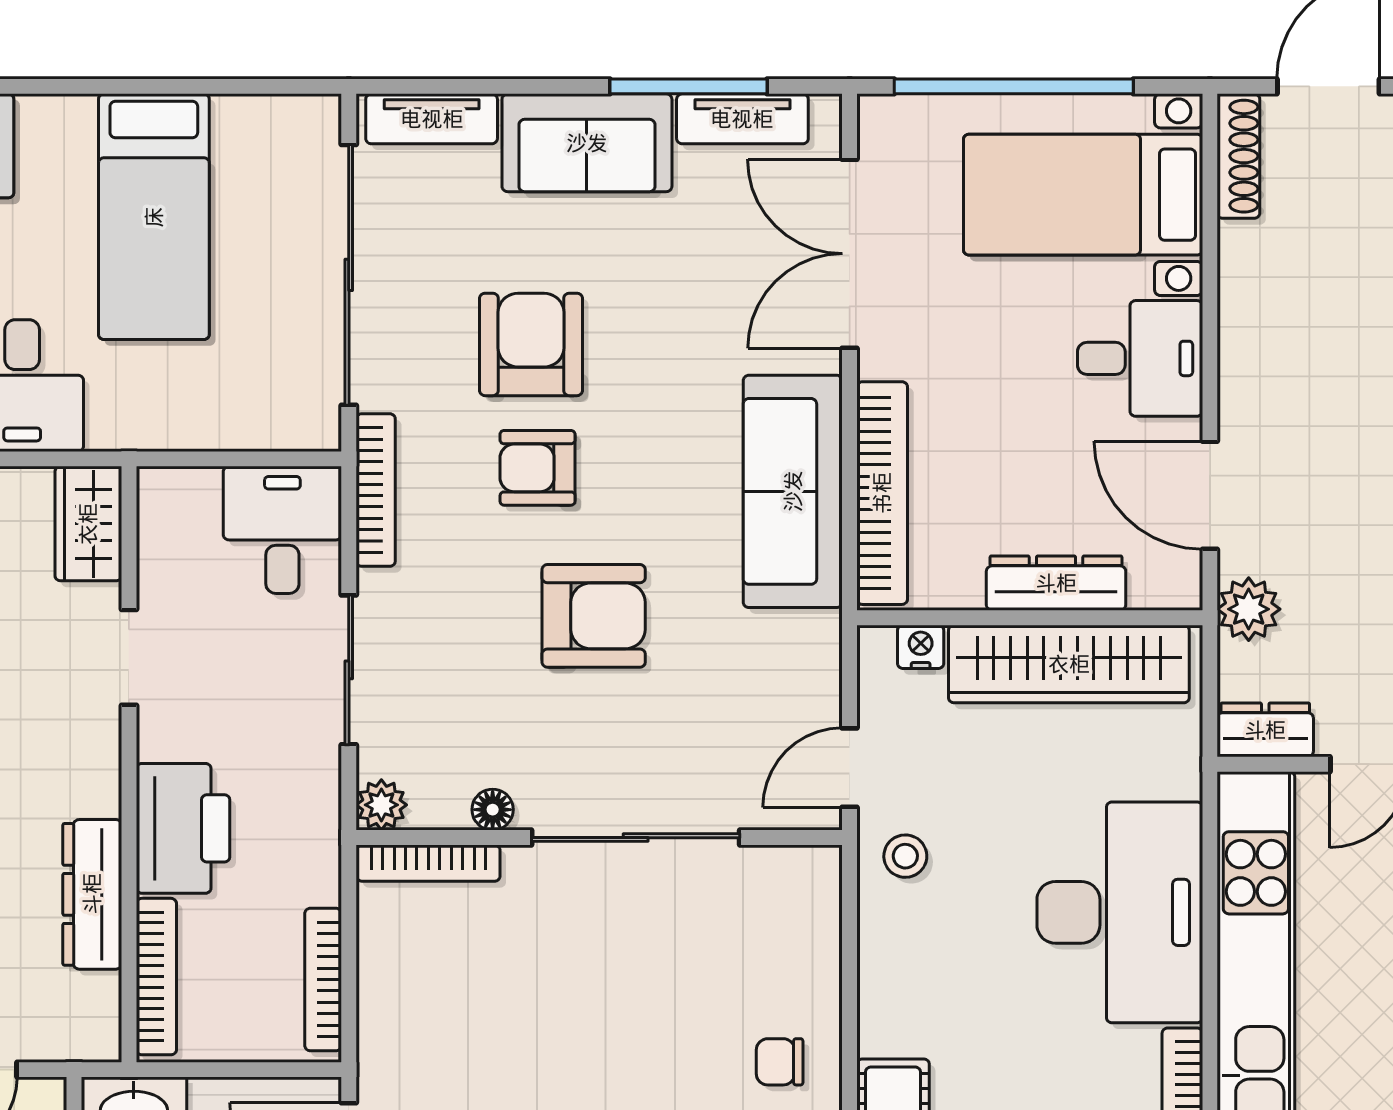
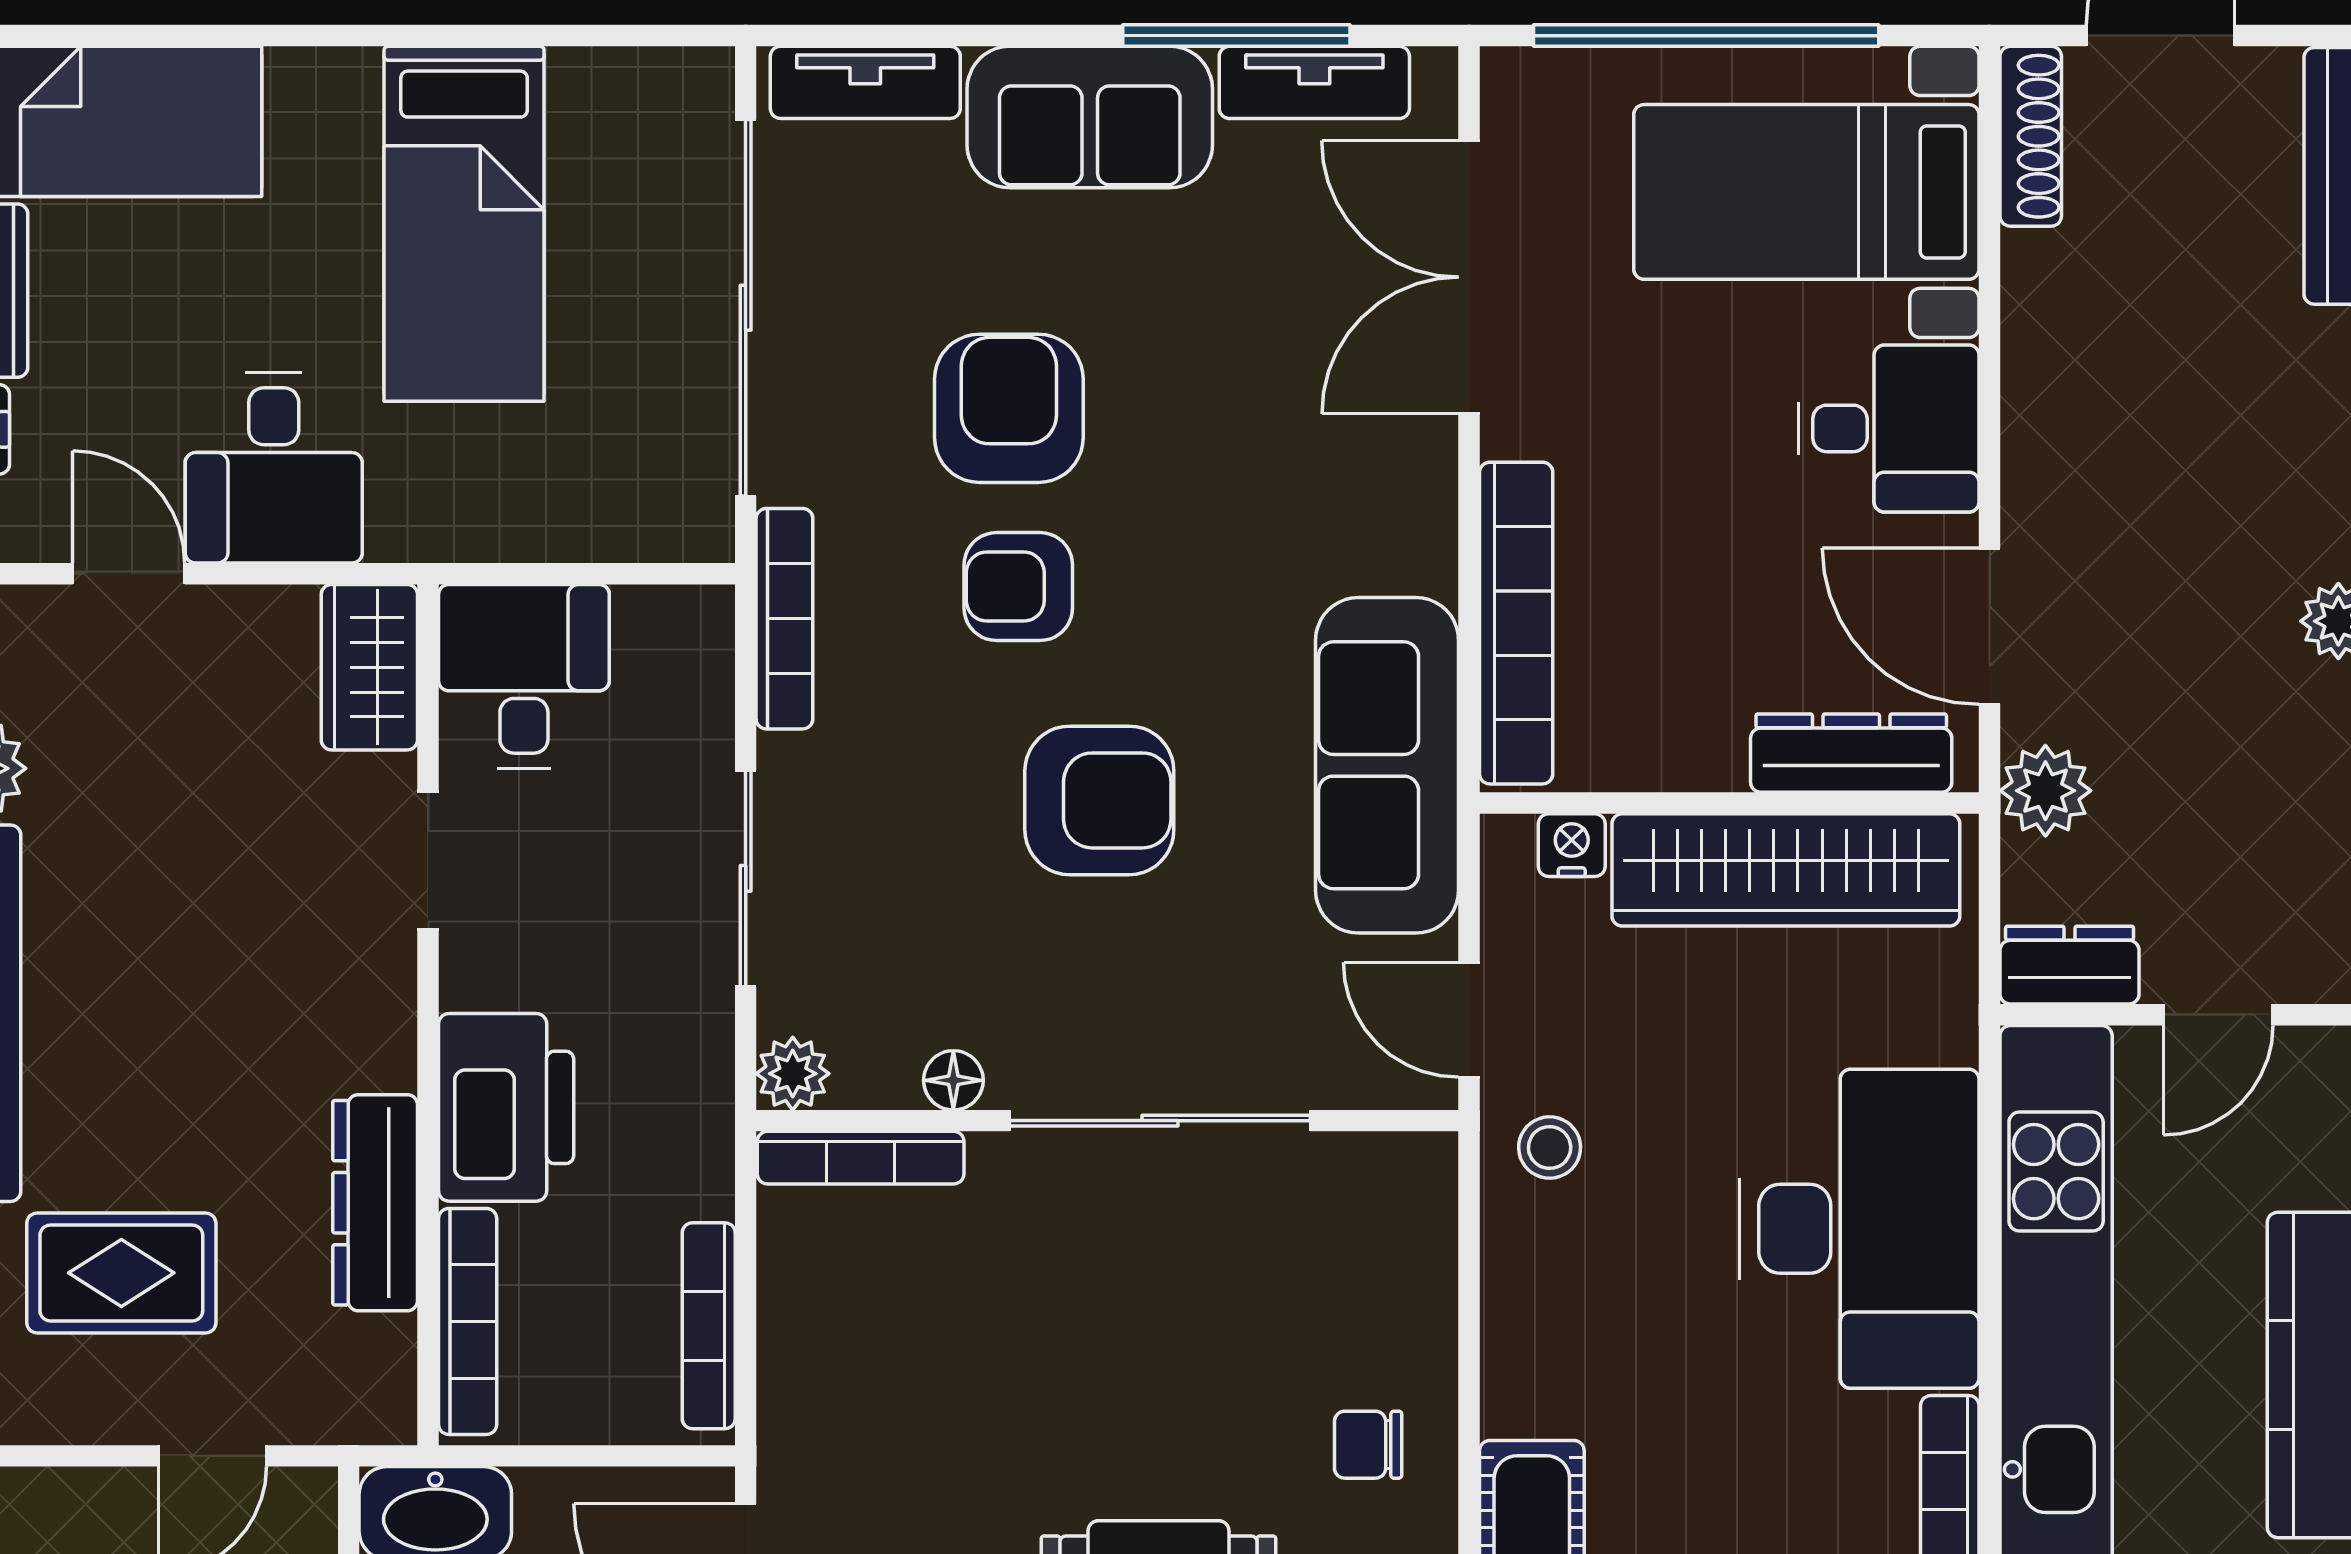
sofa: (793, 491) -> (1387, 765), moved
desk: (282, 530) -> (524, 676), moved
dresser: (1056, 583) -> (1851, 753), moved
door: (850, 768) -> (1469, 1020), hinge flipped

